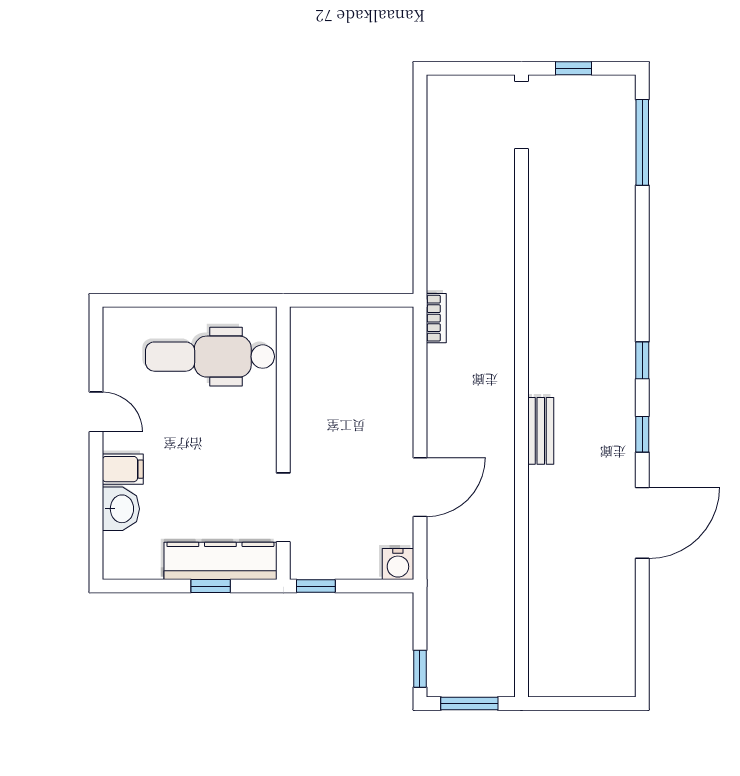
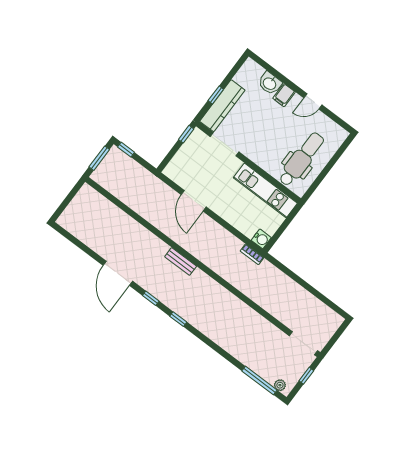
plant: (624, 101) -> (280, 385), added
kitchen unit: (310, 378) -> (265, 190), added
water cooler: (398, 564) -> (261, 239), moved, turned 180

